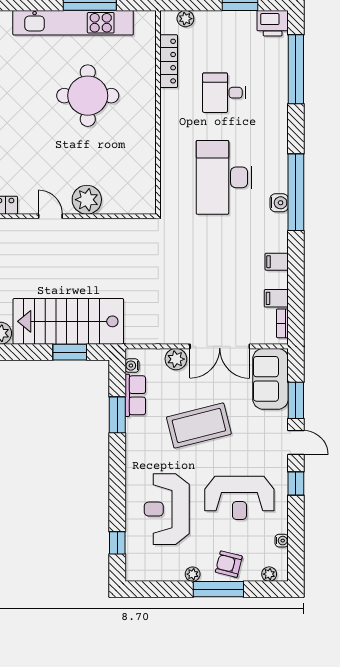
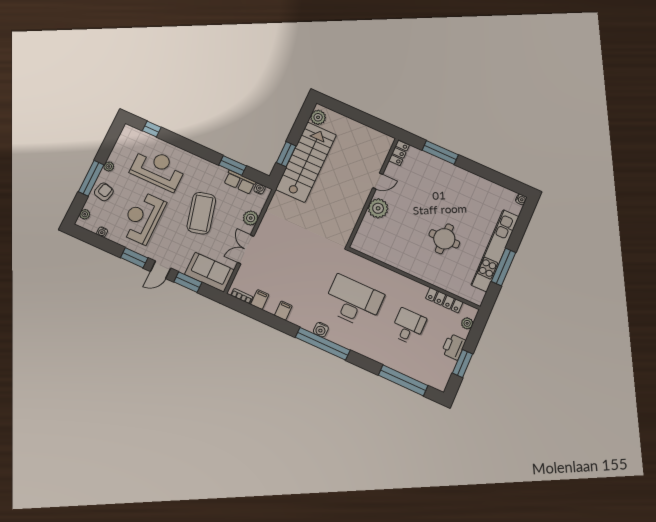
printer: (273, 23) -> (454, 347), moved
round table: (88, 96) -> (444, 239), width x0.73, depth x0.73
double door: (220, 346) -> (246, 249), width x0.73
window: (296, 484) -> (134, 258), width x1.50

